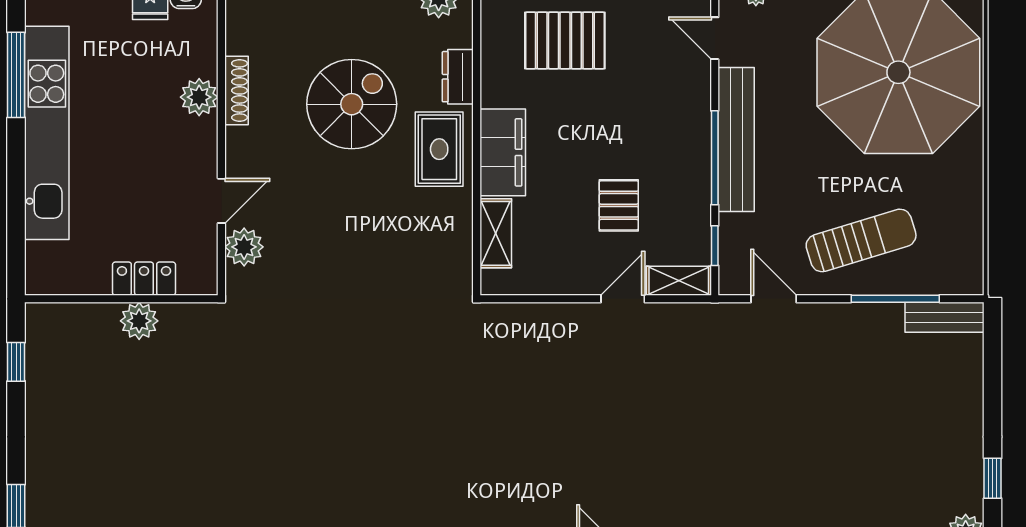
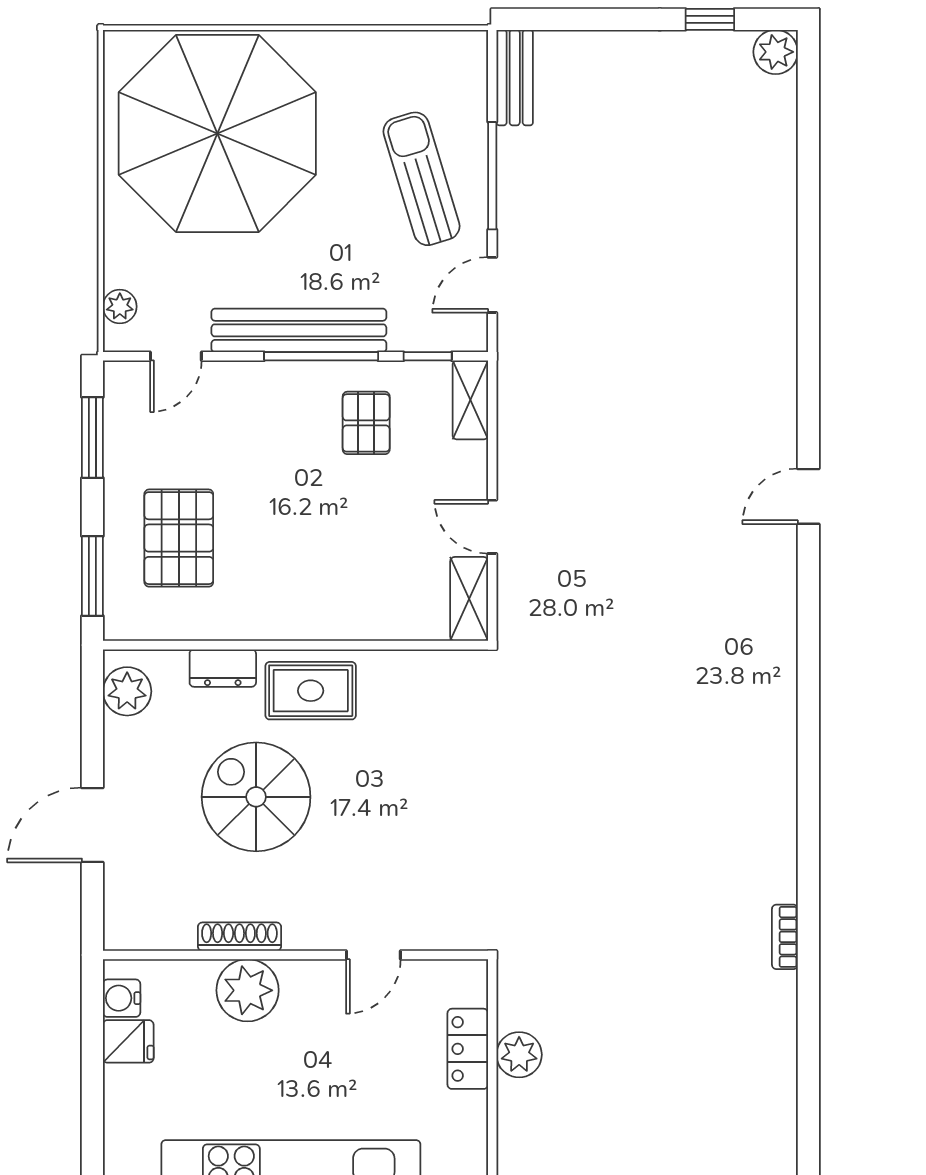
plant: (199, 97) -> (248, 990), width x1.36, depth x1.36
filing cabinet: (503, 152) -> (315, 614), removed
door: (221, 201) -> (373, 955), swing flipped
pallet: (619, 205) -> (366, 423), moved, turned 90
shelving: (496, 233) -> (469, 599), moved, turned 90
plant: (244, 247) -> (429, 928), removed
door: (623, 299) -> (492, 527), moved
window: (895, 299) -> (492, 176), moved

